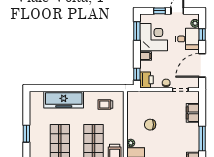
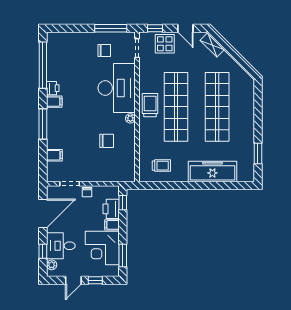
printer: (146, 80) -> (111, 209), moved
filing cabinet: (193, 113) -> (54, 155), width x0.50
window: (26, 134) -> (258, 153), moved

